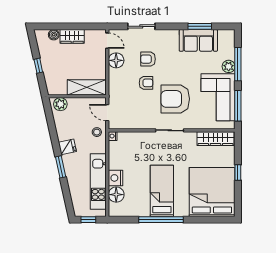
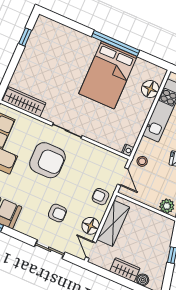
armchair: (146, 83) -> (100, 197), moved
shelving: (87, 87) -> (113, 223), moved, turned 90
window: (238, 173) -> (25, 37), moved
nightstand: (116, 178) -> (144, 106), removed
bed: (162, 191) -> (108, 75), width x1.50
bed: (212, 192) -> (51, 49), removed

